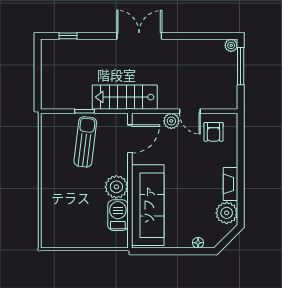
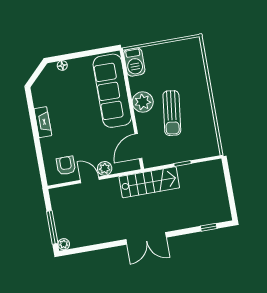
sun lounger: (85, 142) -> (172, 113), moved
plant: (227, 213) -> (42, 96), removed
barbecue: (118, 215) -> (134, 62), moved

